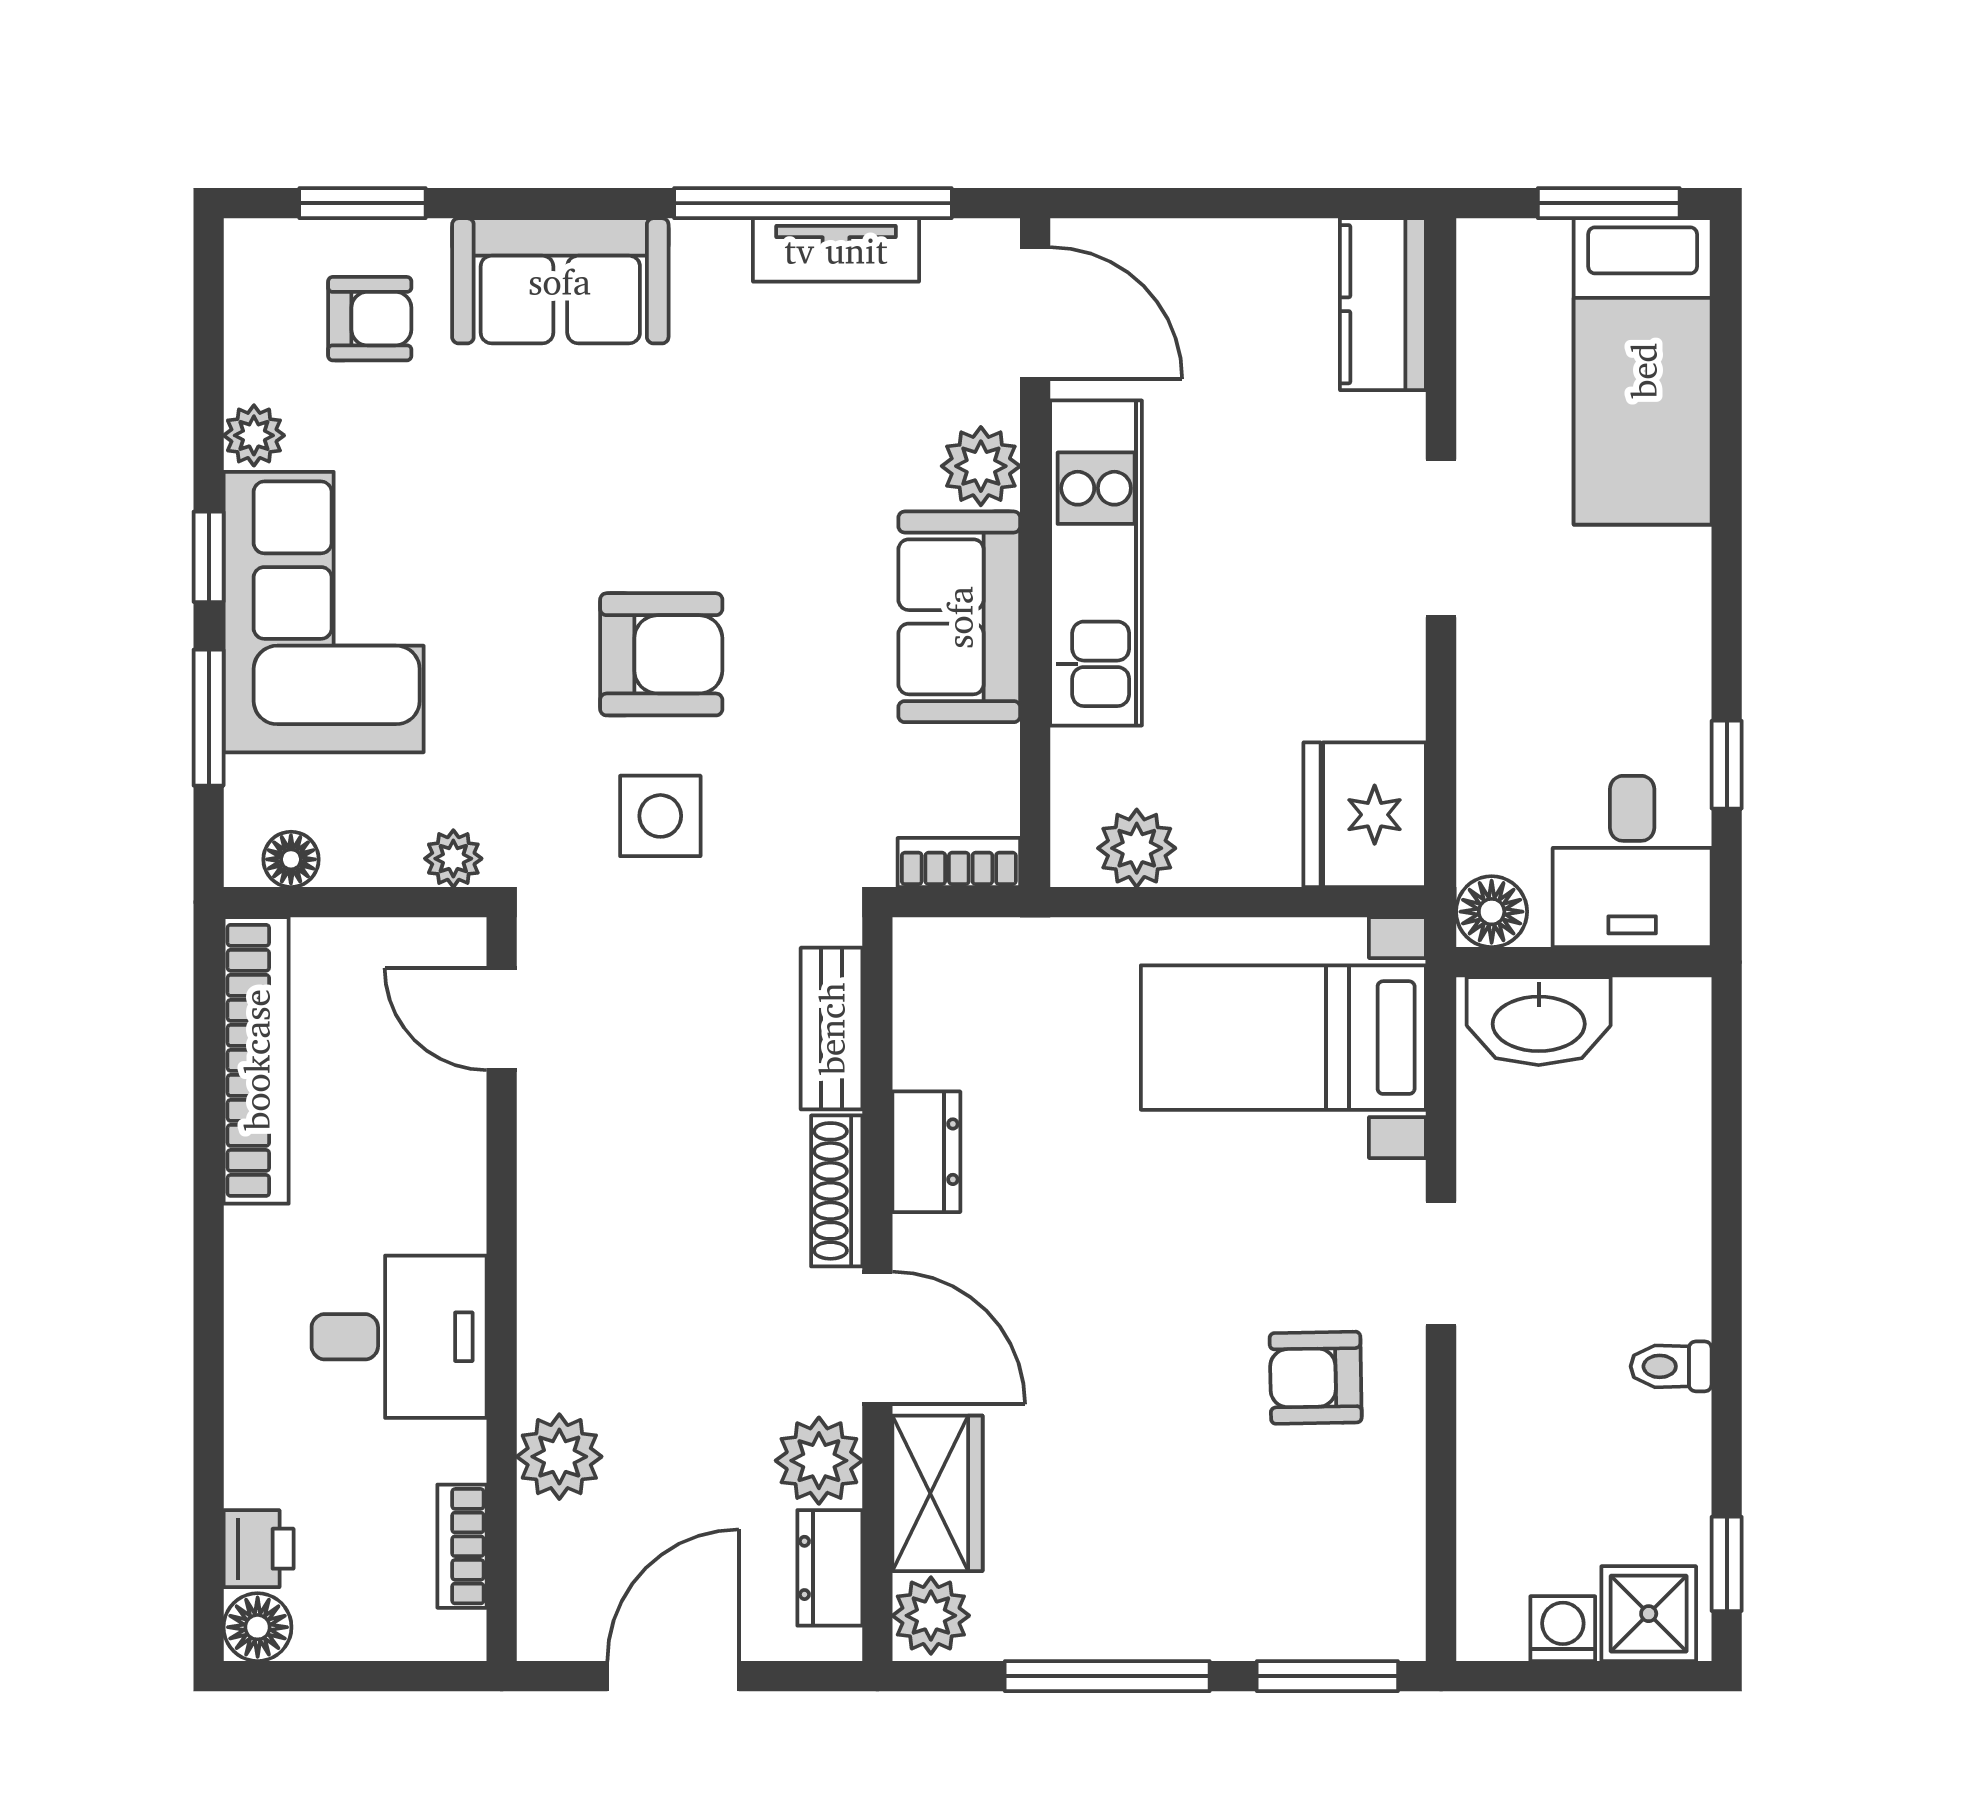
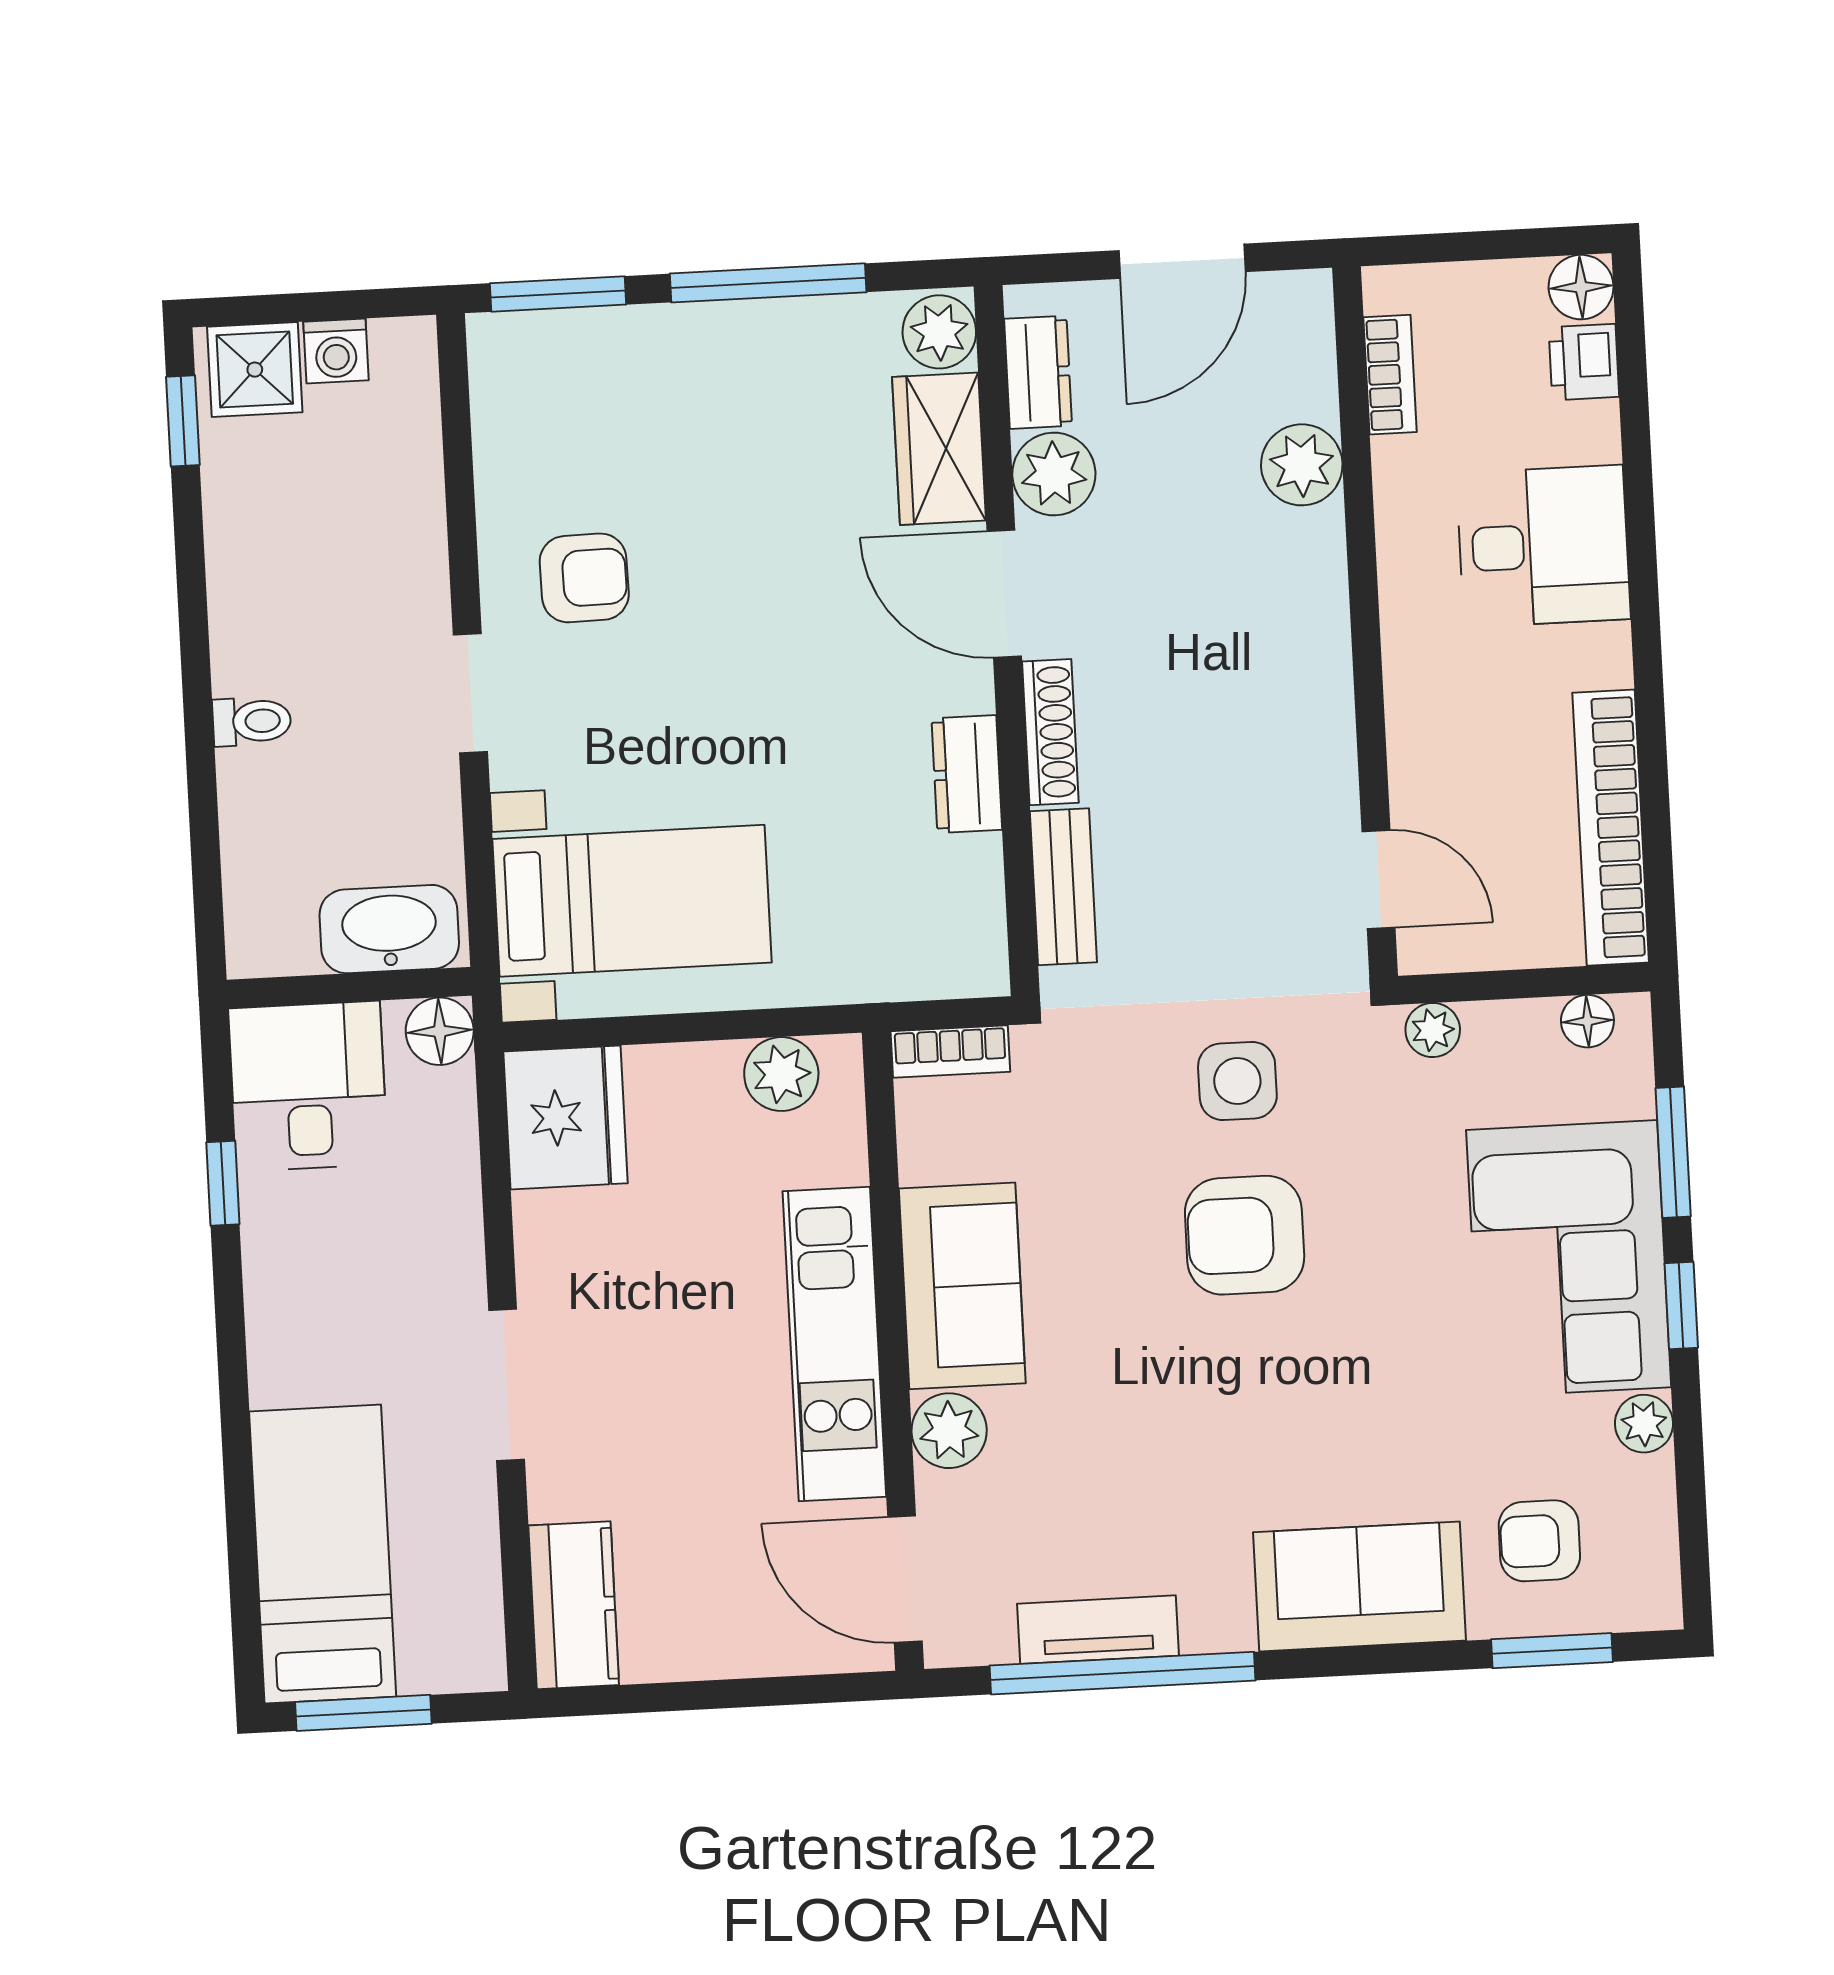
desk: (399, 1337) -> (1543, 546), moved, turned 180
toilet: (1671, 1366) -> (252, 721), moved

